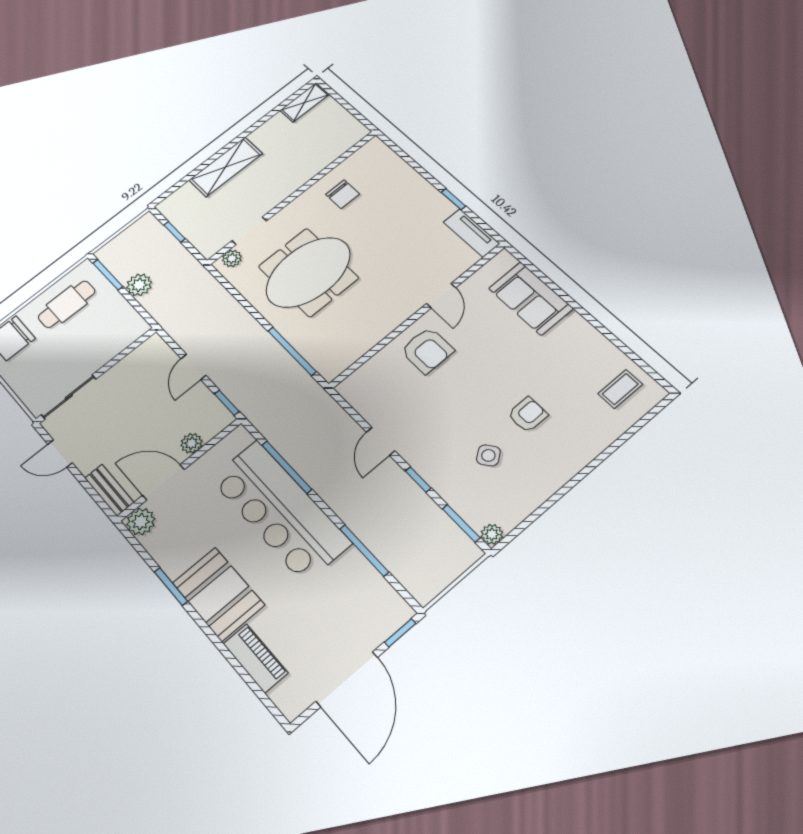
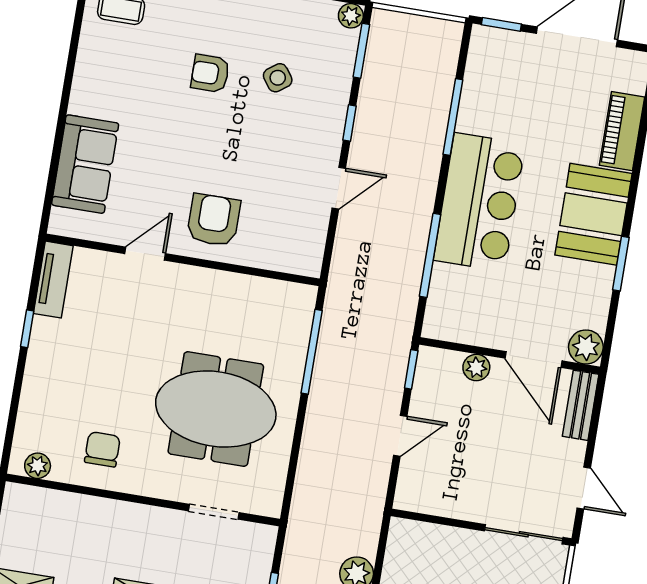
plant: (232, 258) -> (38, 466), moved
bar counter: (280, 511) -> (479, 202), width x0.73

